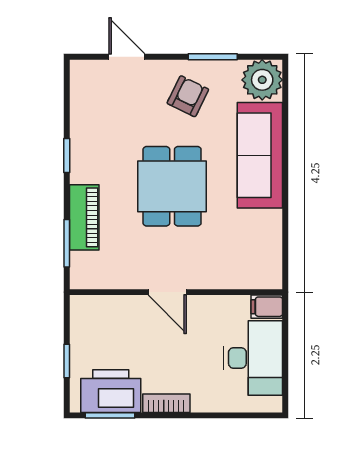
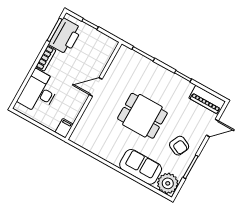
sofa: (260, 155) -> (141, 167), width x0.73
piano: (84, 217) -> (207, 100), moved
desk: (253, 358) -> (39, 92), moved, turned 90

